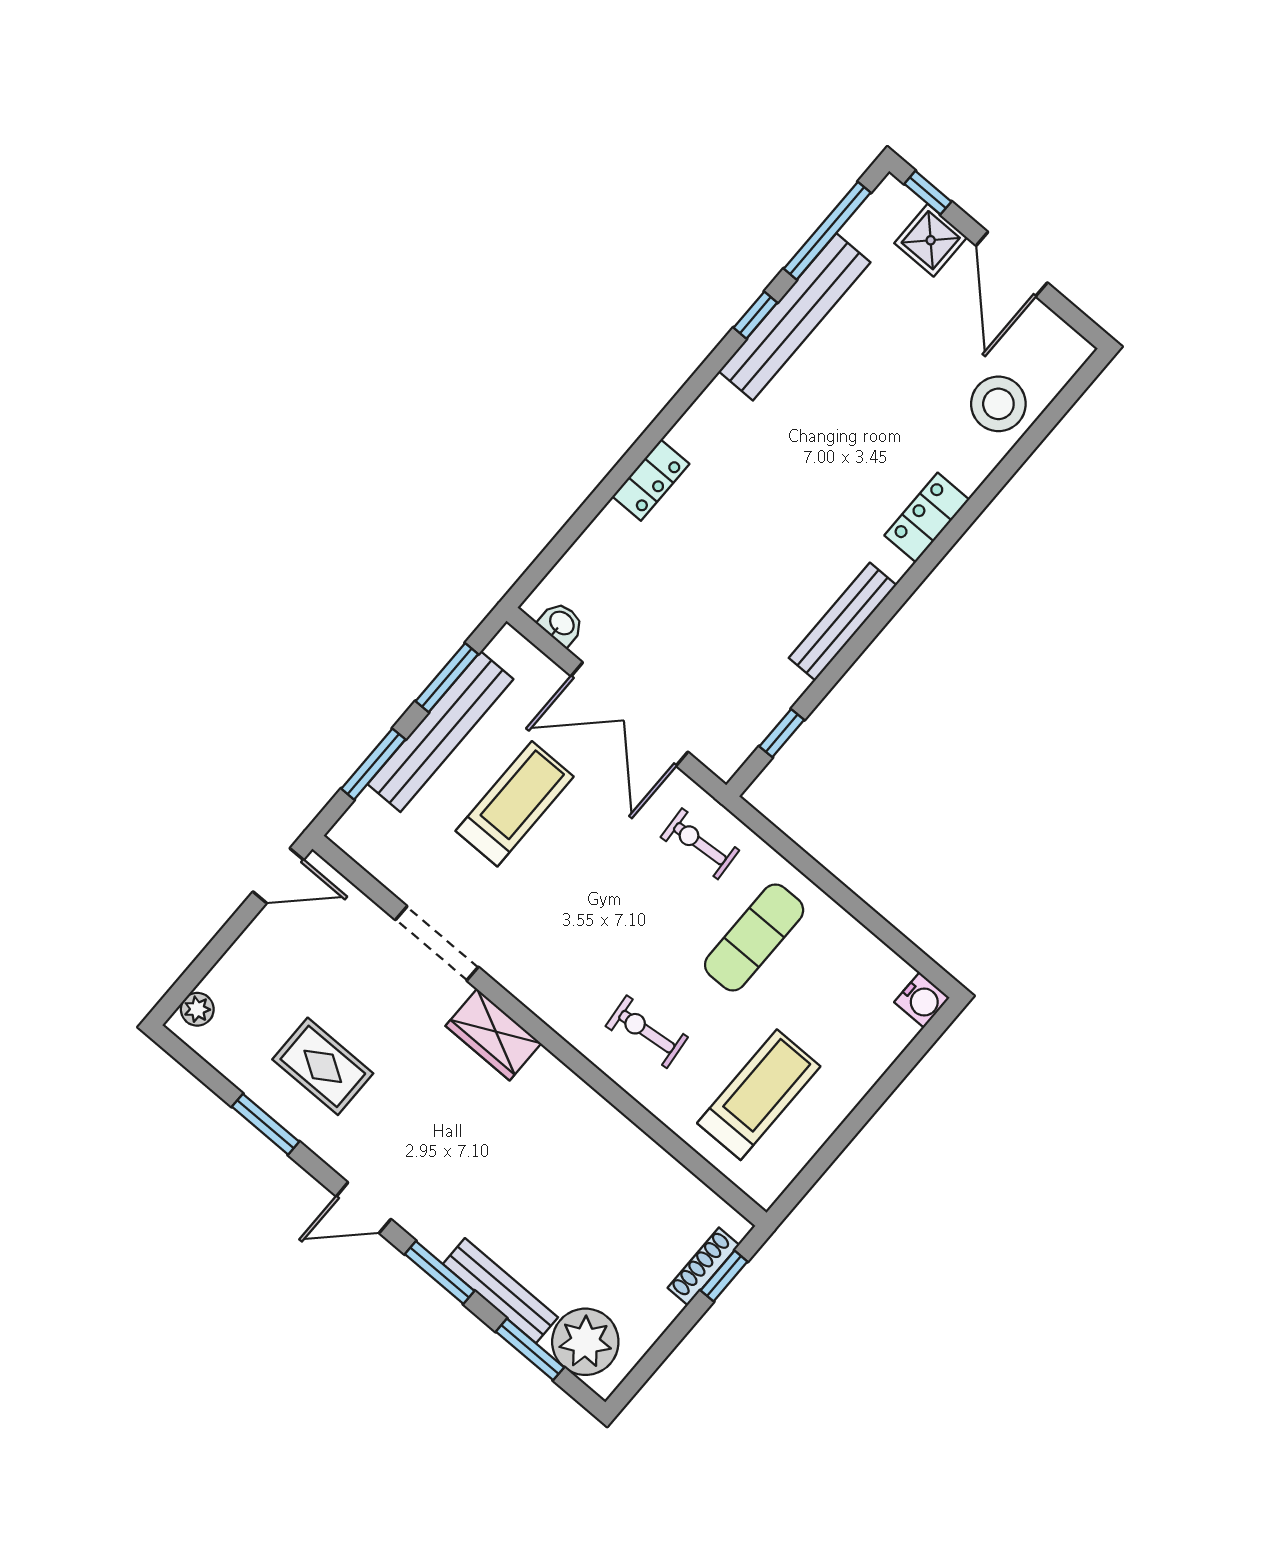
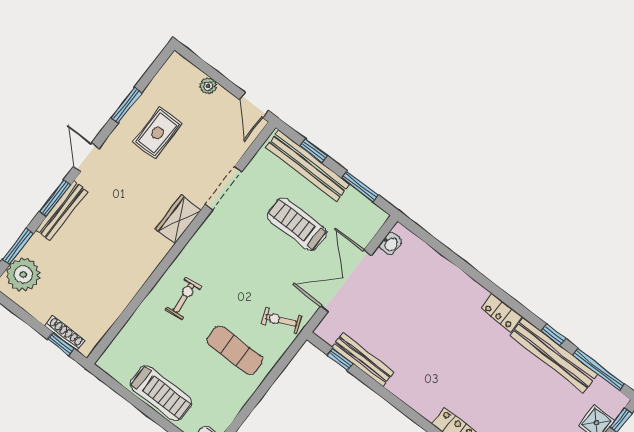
locker: (651, 480) -> (501, 312), moved
bench: (843, 622) -> (363, 360), moved
bench: (440, 732) -> (308, 166), moved
window: (373, 764) -> (314, 151), width x0.67
treadmill: (515, 804) -> (297, 224), turned 180
exercise bike: (700, 844) -> (281, 320), turned -110
plant: (197, 1009) -> (208, 86), moved
treadmill: (759, 1095) -> (161, 393), moved
bench: (500, 1291) -> (62, 211), moved

